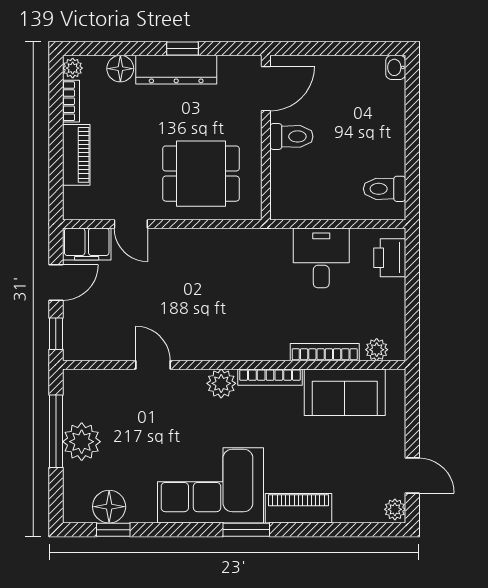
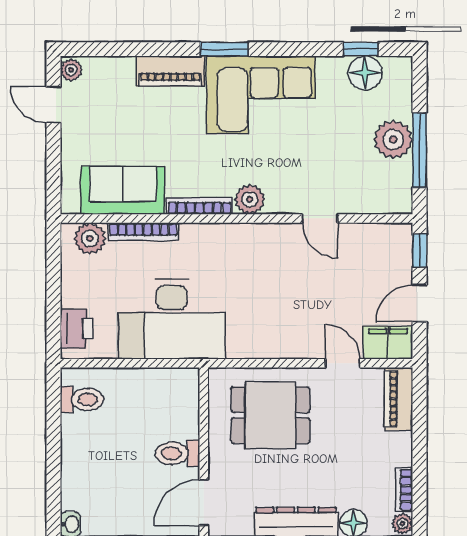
piano: (76, 155) -> (399, 399), moved
desk: (321, 258) -> (172, 319), width x1.87, depth x1.30
plant: (377, 350) -> (90, 238), width x1.38, depth x1.38

